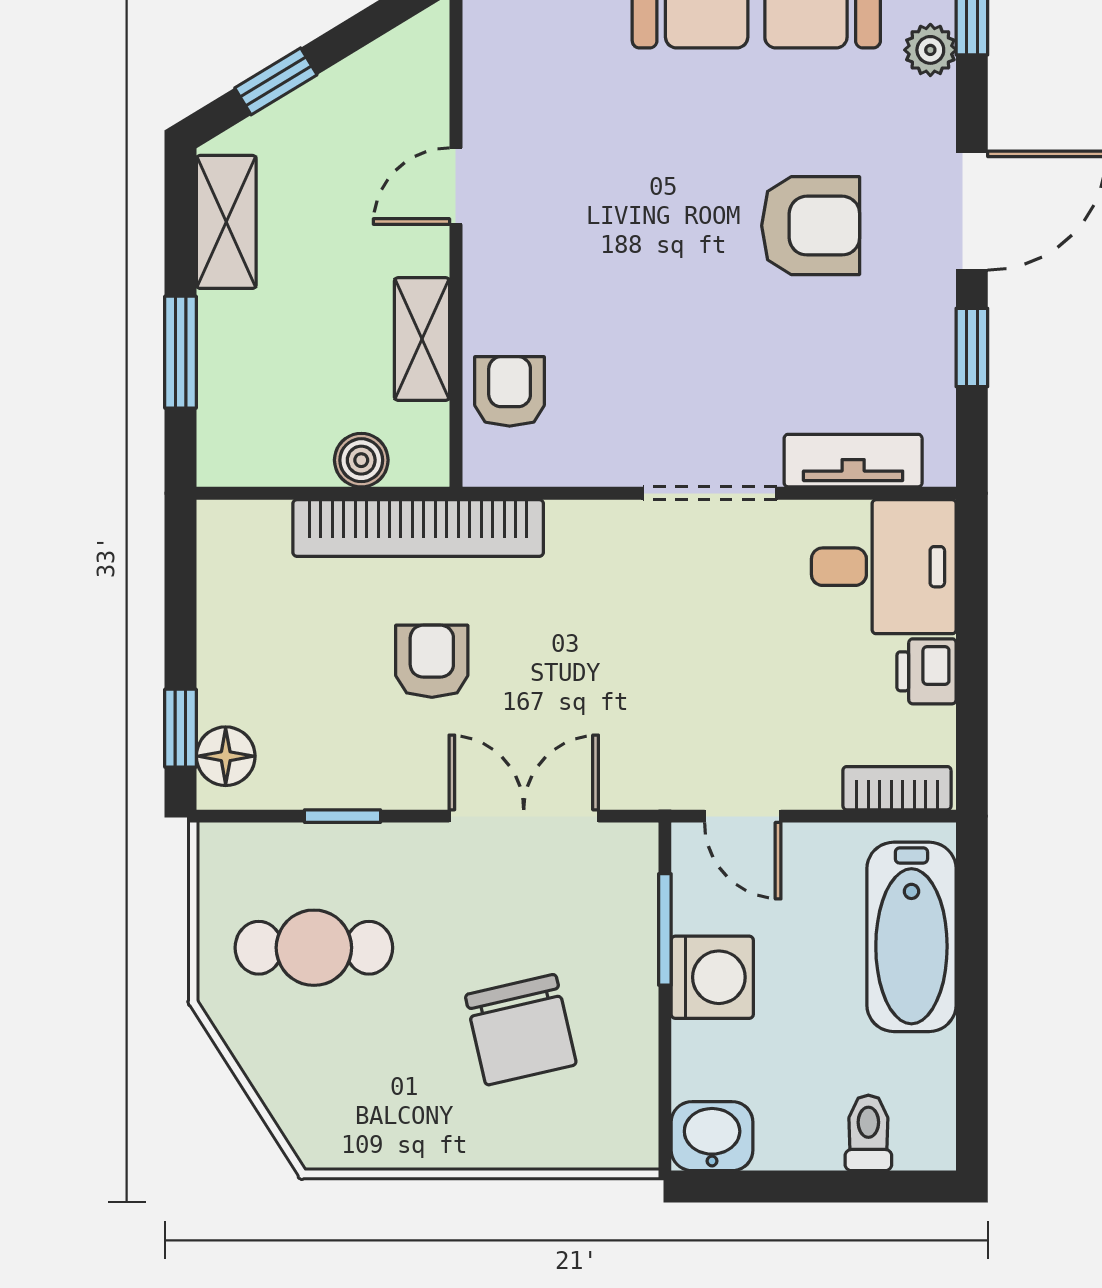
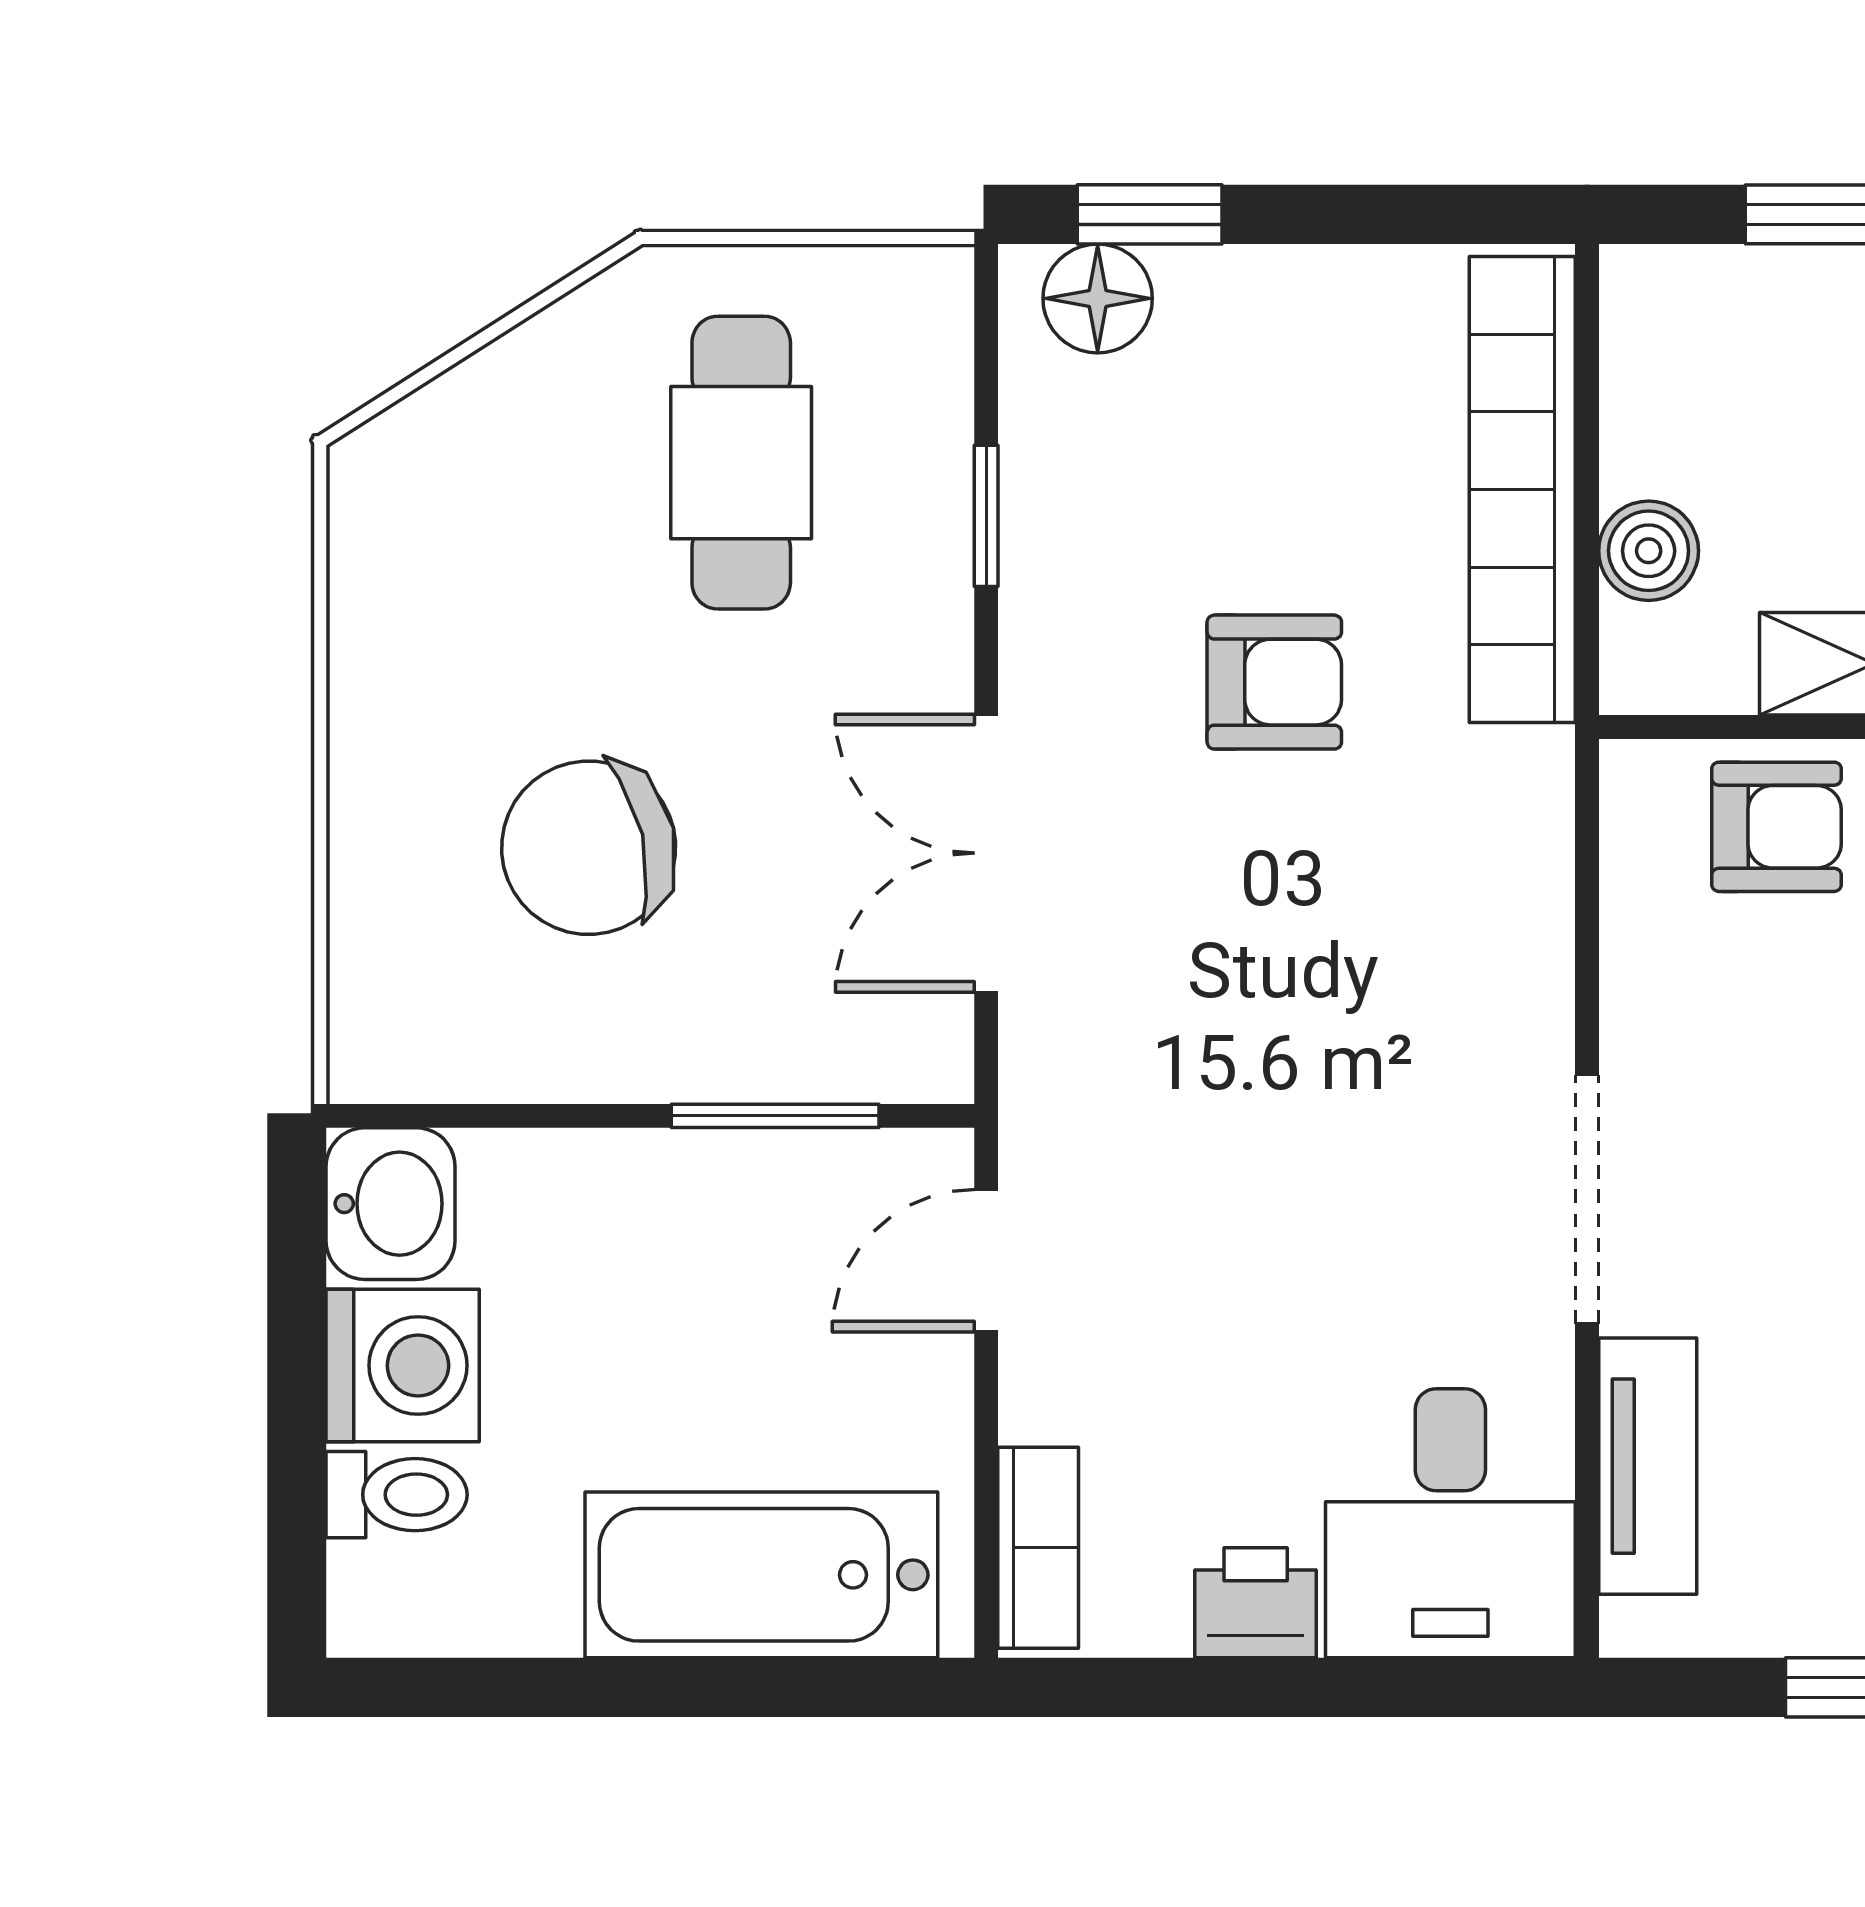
bookcase: (418, 528) -> (1522, 490), moved
double door: (524, 816) -> (986, 853), swing flipped
washing machine: (712, 977) -> (403, 1365), moved, turned -90

